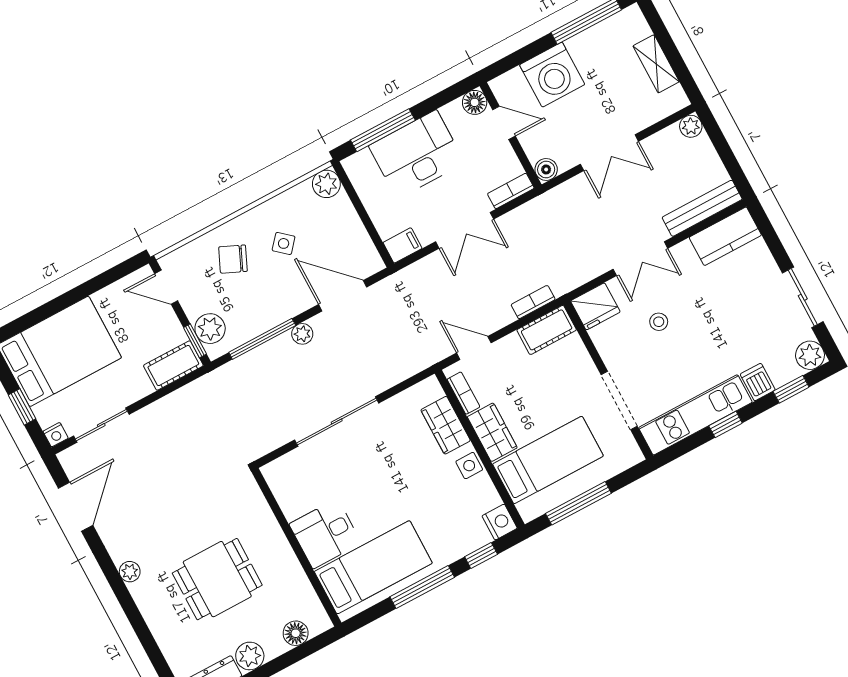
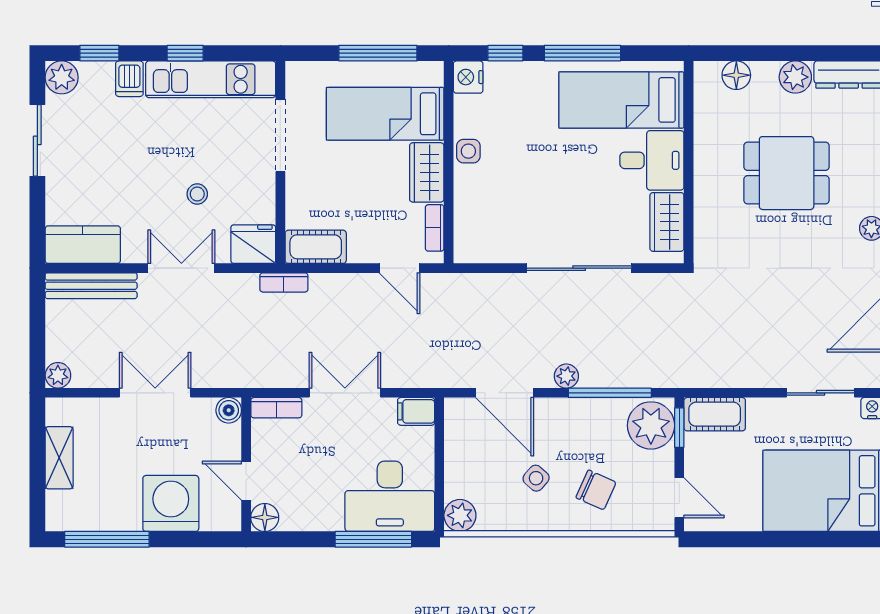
desk: (417, 154) -> (390, 496), moved
bookcase: (533, 302) -> (284, 282), moved
plant: (210, 329) -> (651, 425), width x1.36, depth x1.36
wardrobe: (446, 425) -> (667, 222), moved, turned 180

